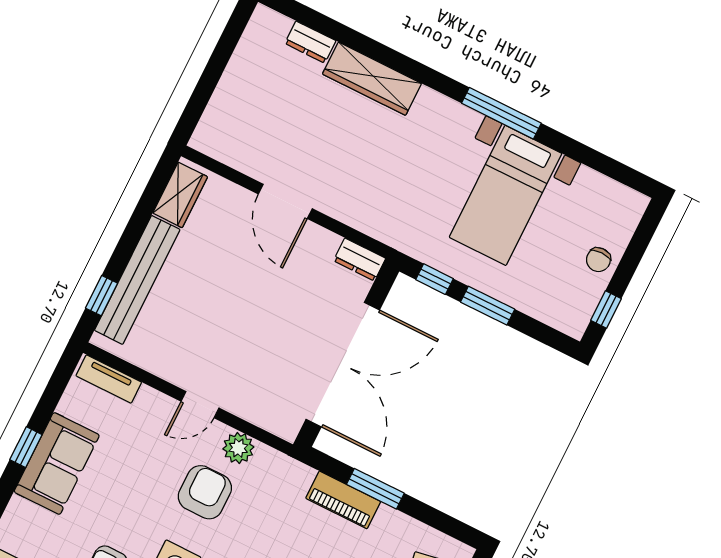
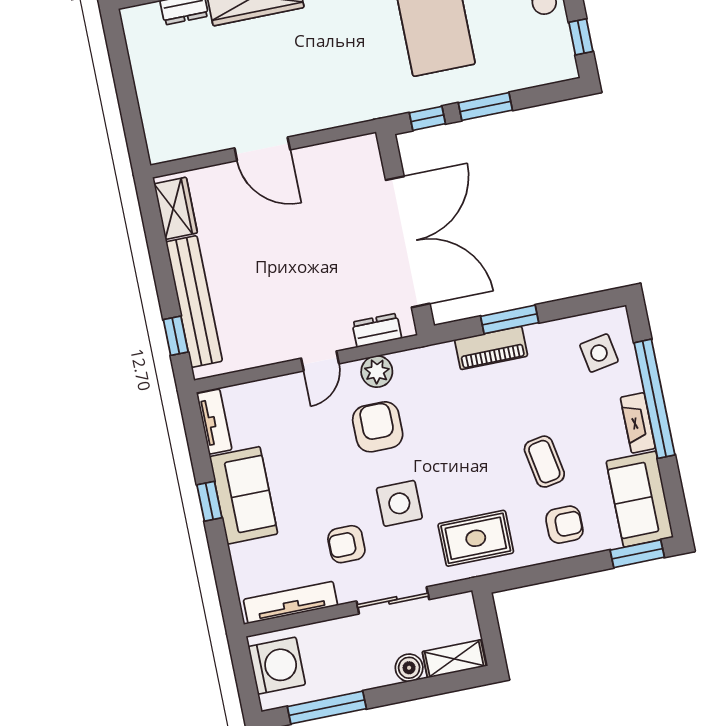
dresser: (360, 259) -> (377, 330), moved, turned 180
tv unit: (109, 379) -> (214, 422), moved, turned -90

